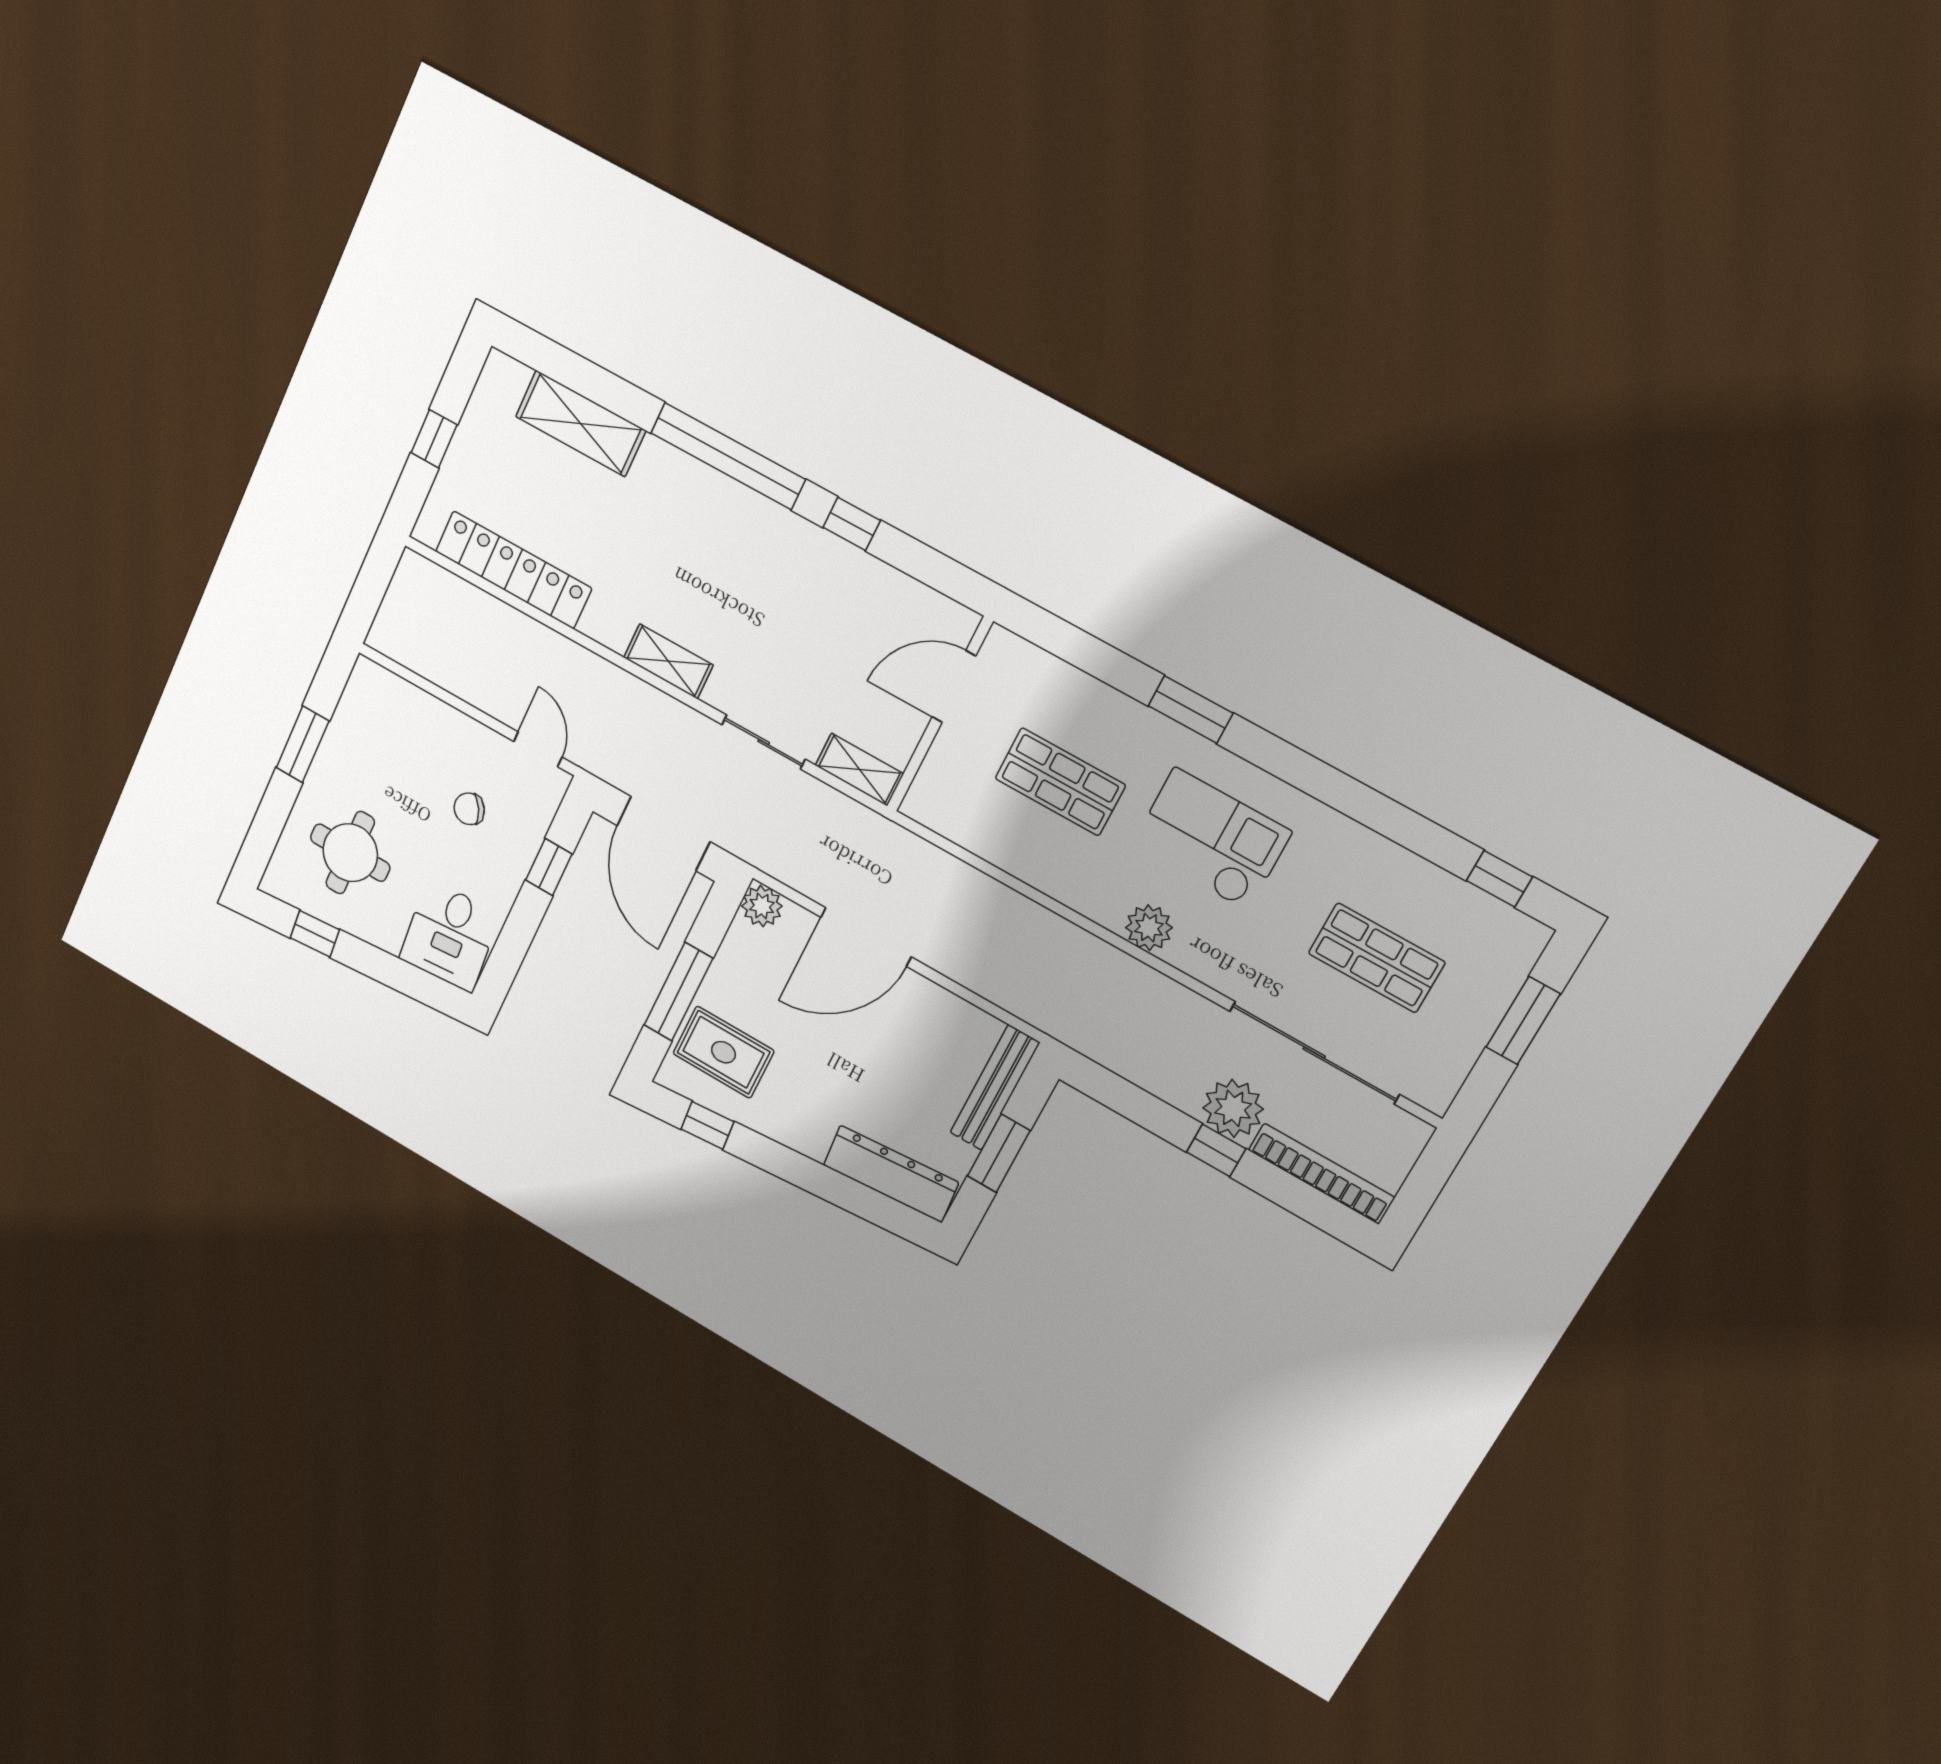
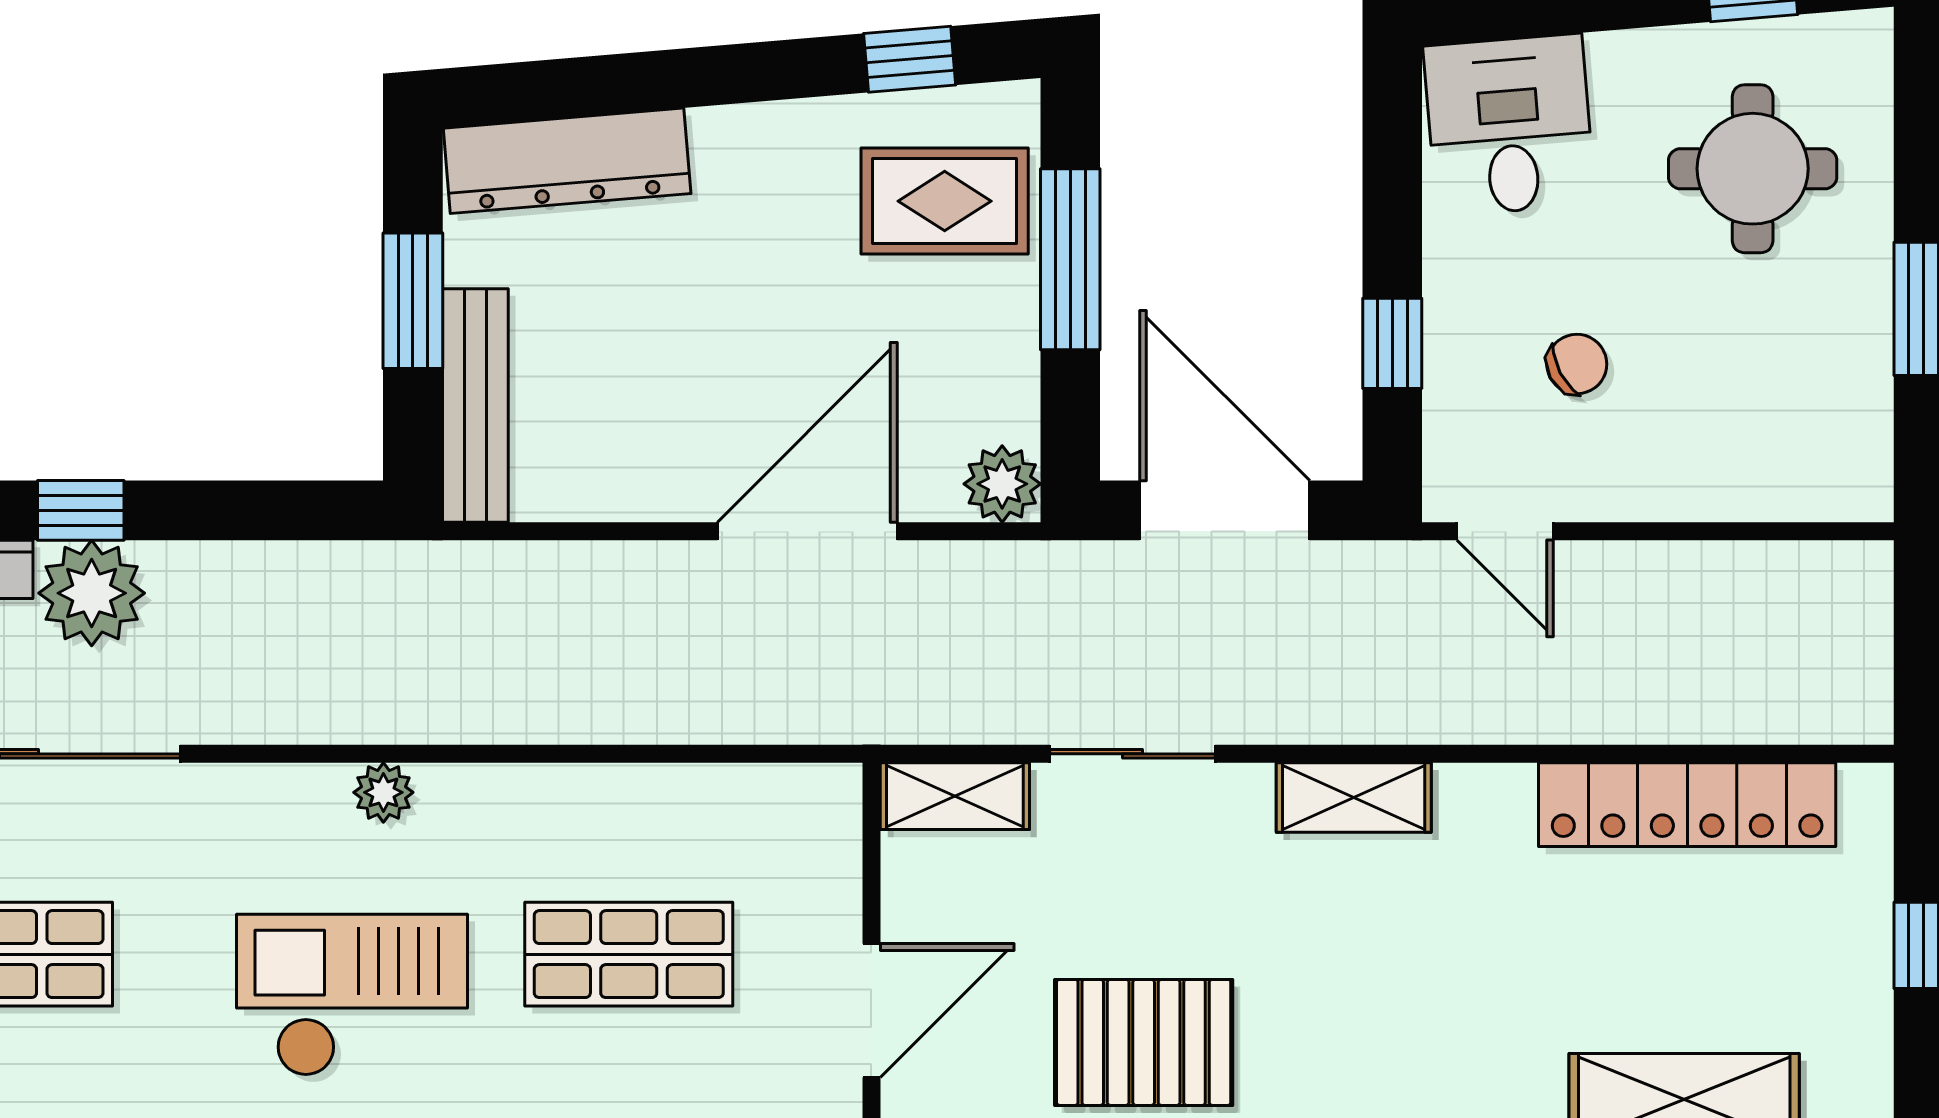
pallet: (828, 596) -> (1144, 1042), added
checkout: (1211, 839) -> (352, 995), turned 180
plant: (1149, 928) -> (383, 792), width x0.73, depth x0.73

